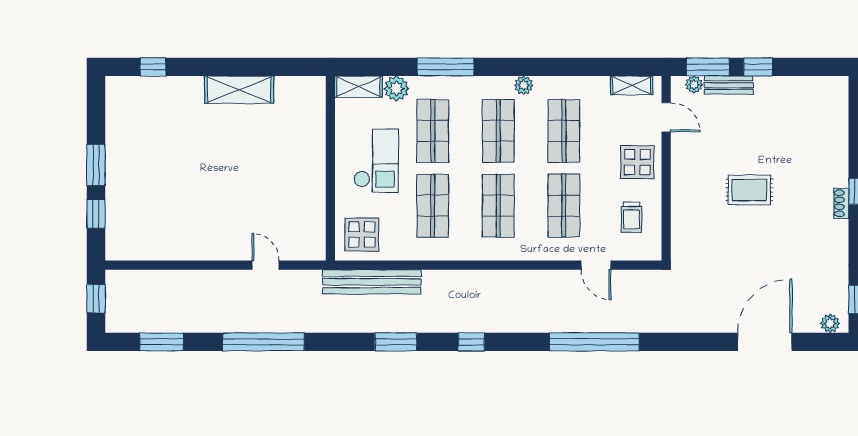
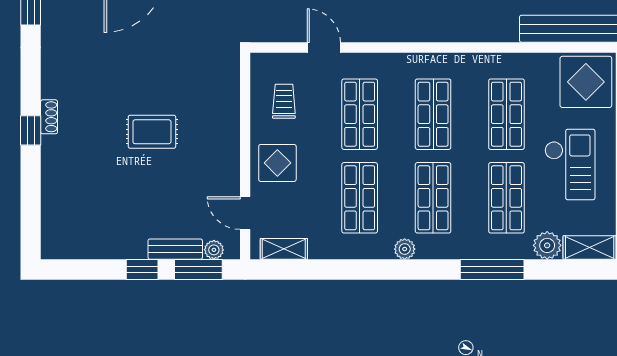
checkout: (376, 161) -> (570, 165), turned 180
display table: (362, 234) -> (586, 82), width x1.36, depth x1.36

